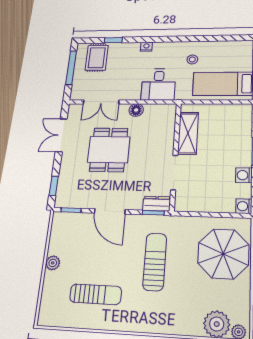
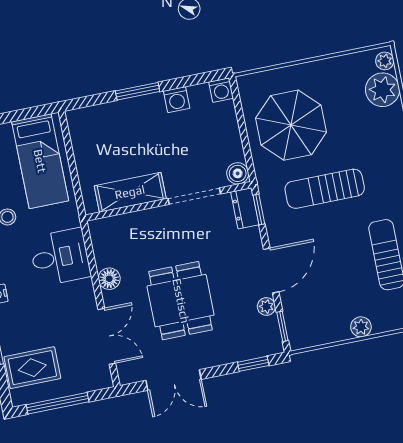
dining table: (109, 150) -> (181, 301), turned 90
plant: (87, 203) -> (266, 307), added
boiler: (182, 204) -> (238, 173), added
parasol: (223, 254) -> (291, 125), moved

